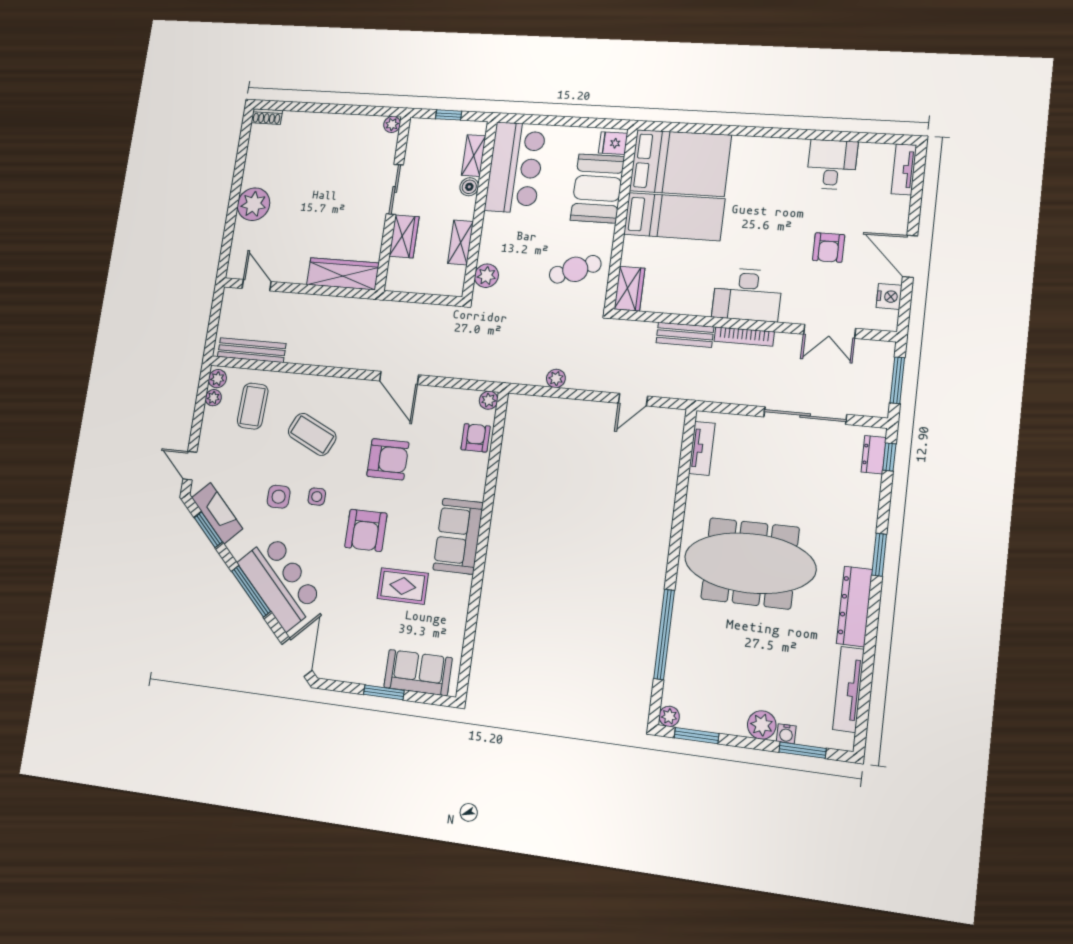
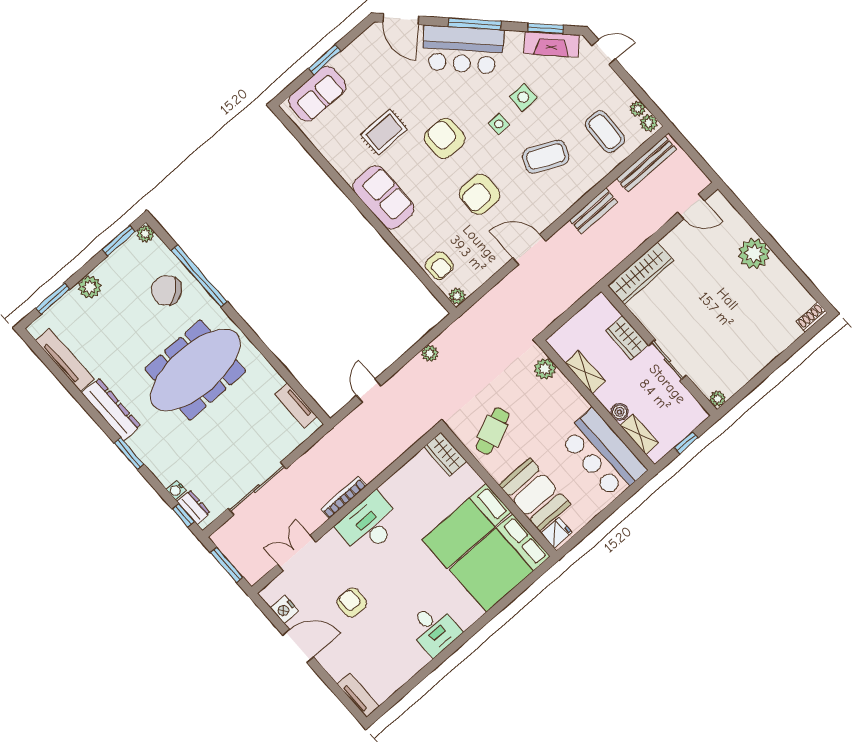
desk: (832, 165) -> (434, 629), moved
bench: (685, 335) -> (593, 211), moved
chair: (703, 652) -> (166, 290), added
water cooler: (786, 734) -> (176, 490), moved, turned -90

